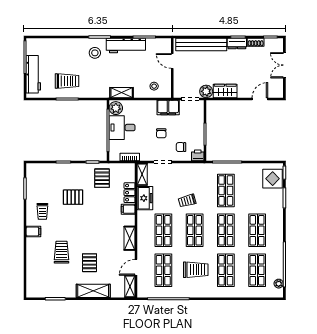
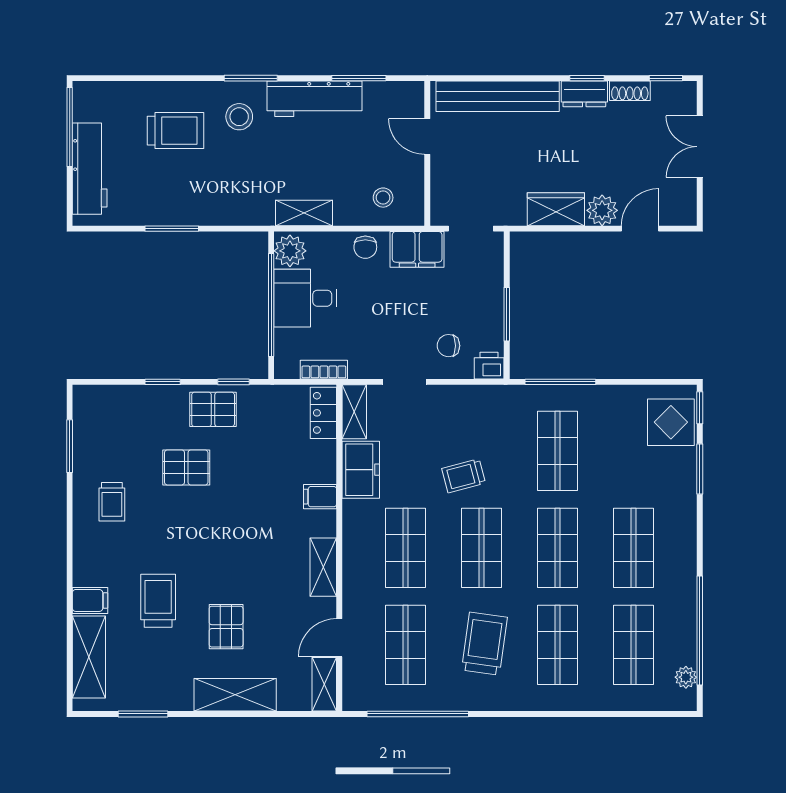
trolley: (67, 81) -> (175, 131), moved
plant: (206, 91) -> (602, 210), moved
chair: (161, 133) -> (365, 247), moved
pallet: (102, 178) -> (213, 409), moved, turned 90
locker: (130, 193) -> (323, 413), moved
filing cabinet: (33, 231) -> (90, 600), moved
trolley: (196, 270) -> (484, 644), turned -82
shelving: (33, 275) -> (89, 657), added

